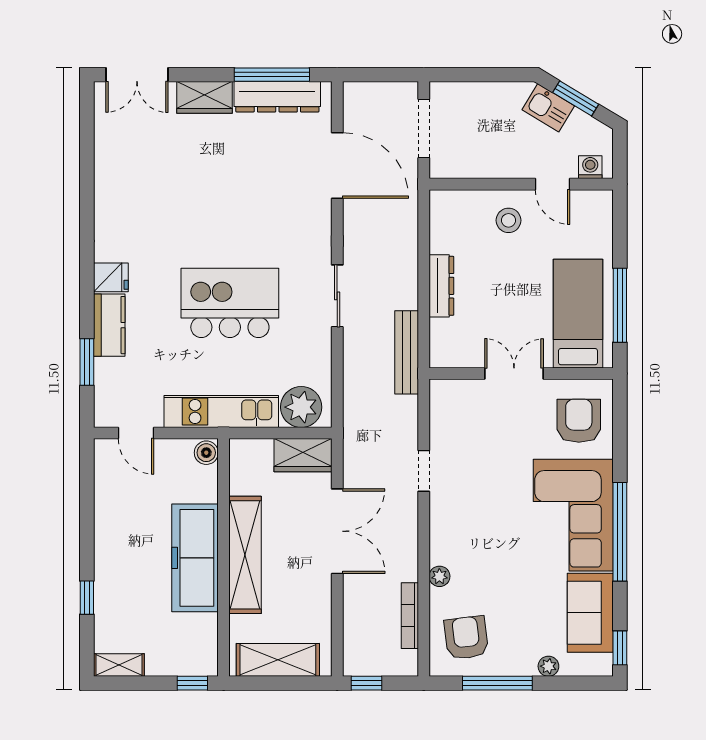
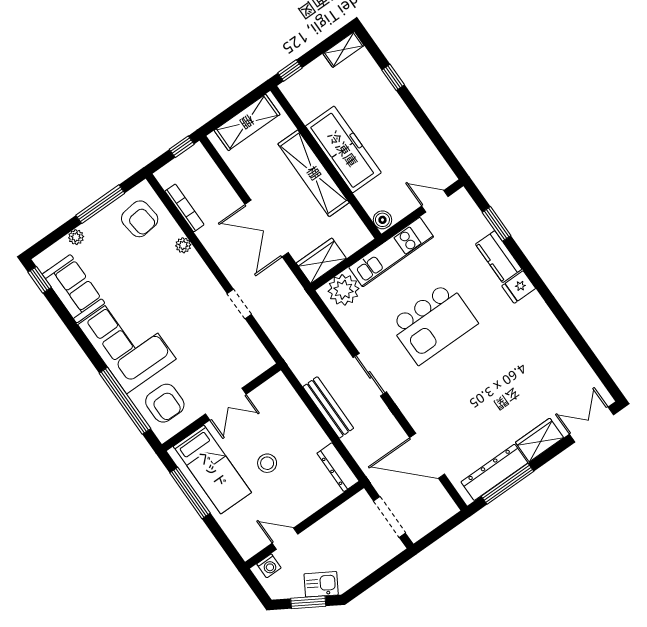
stool: (509, 220) -> (267, 463), moved
dresser: (441, 286) -> (338, 467), moved
bench: (407, 352) -> (328, 407), moved
window: (620, 532) -> (125, 401), moved

